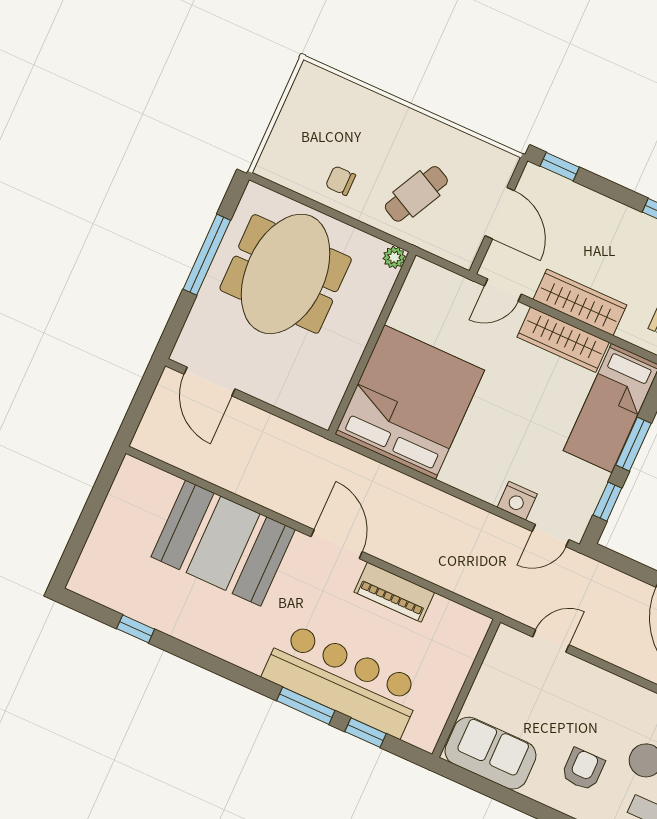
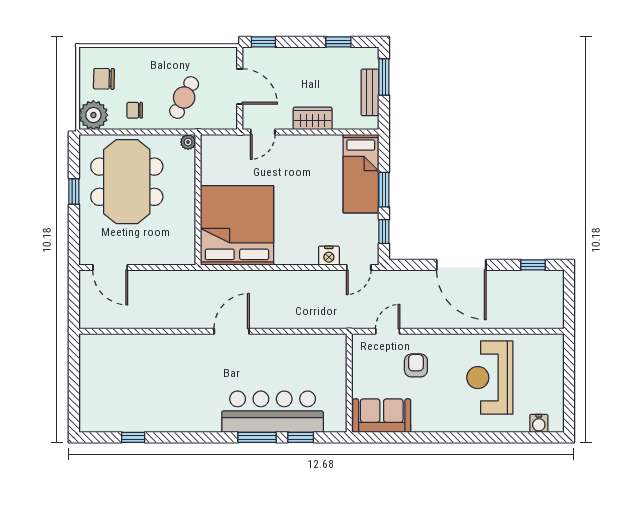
chair: (318, 118) -> (104, 79), added
plant: (281, 162) -> (93, 115), added
window: (207, 255) -> (74, 192), width x0.46
wardrobe: (580, 302) -> (313, 118), width x0.67
wardrobe: (563, 340) -> (313, 146), removed
booth: (223, 543) -> (163, 362), removed
door: (337, 544) -> (232, 331), hinge flipped
piano: (394, 592) -> (280, 345), removed
armchair: (583, 769) -> (416, 365), moved

